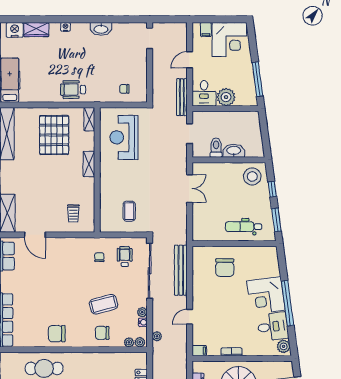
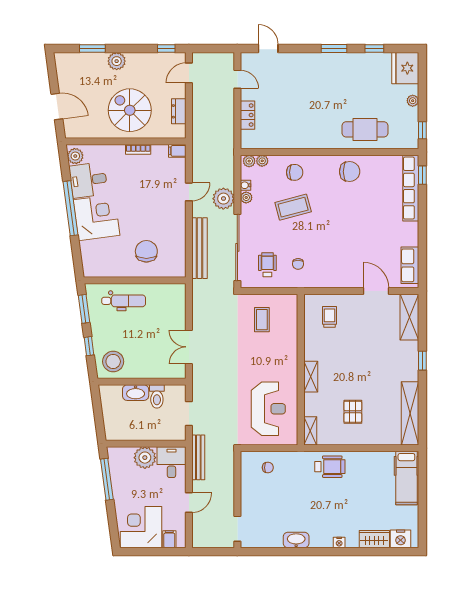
pallet: (54, 135) -> (353, 412), width x0.49, depth x0.50
wheelchair: (125, 256) -> (267, 265), turned 180
plant: (157, 336) -> (223, 199), moved, width x1.87, depth x1.87

